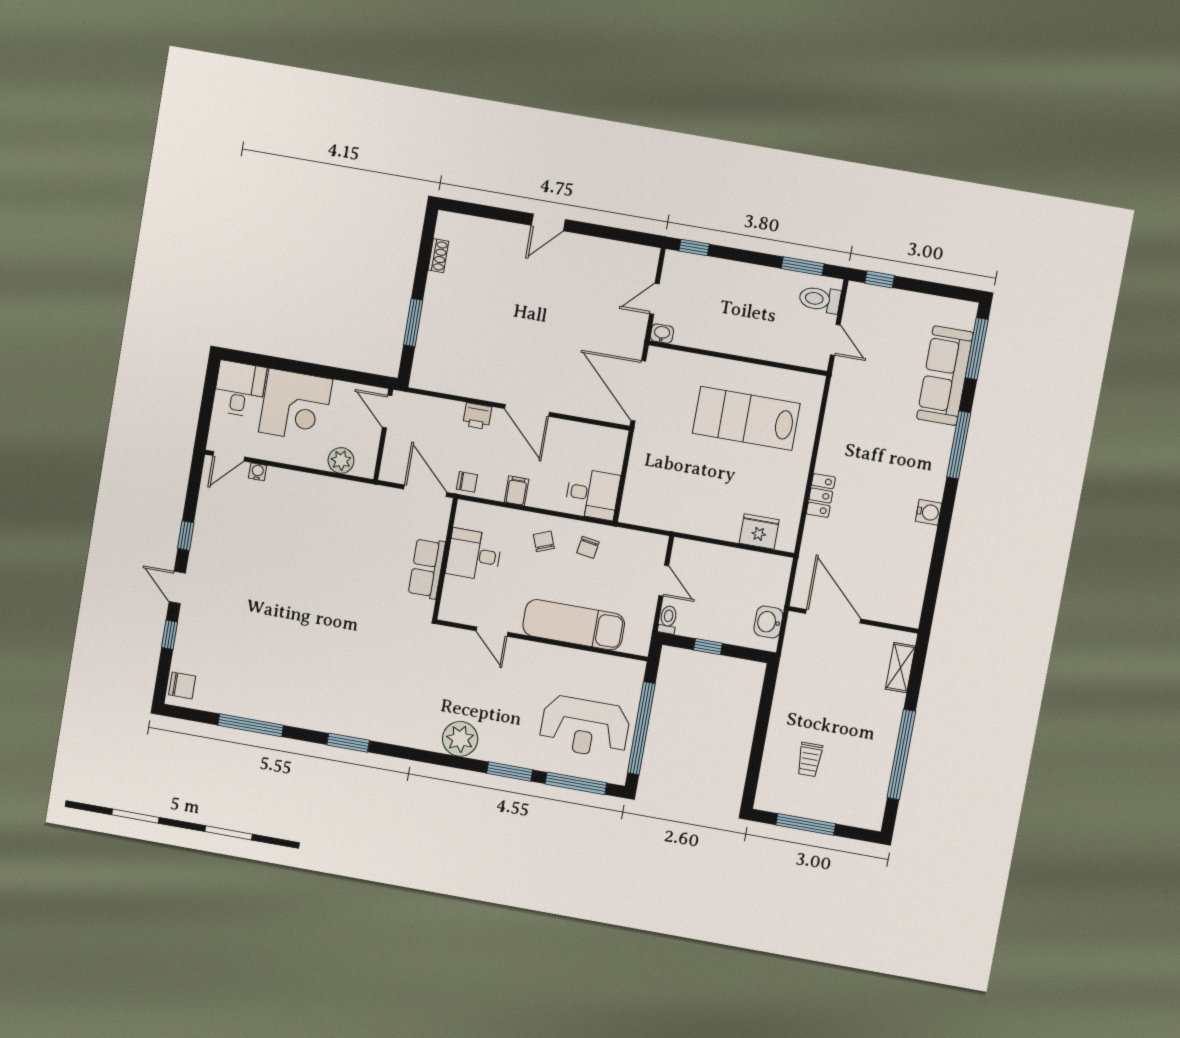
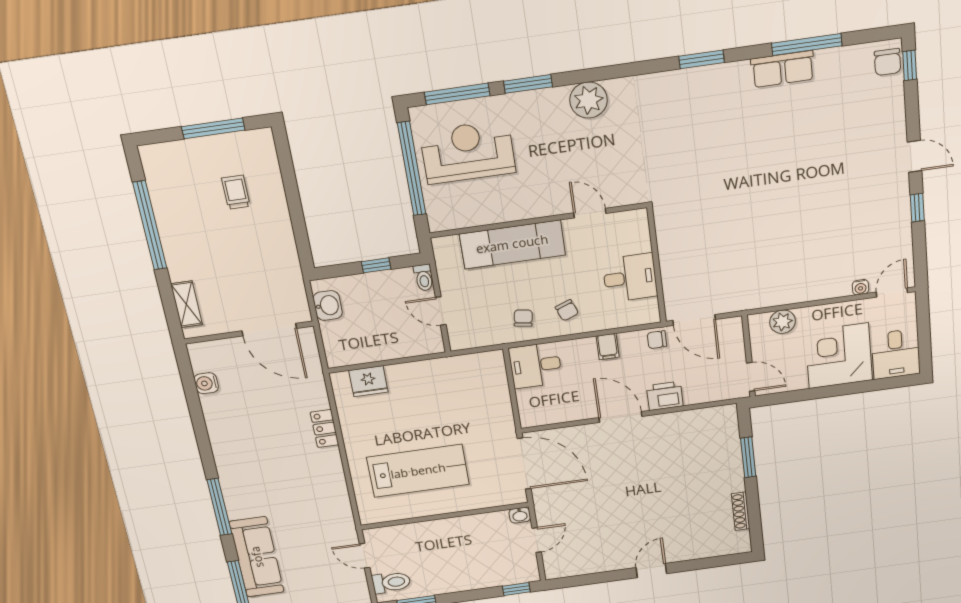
shoe rack: (438, 256) -> (741, 511), width x1.43
printer: (477, 416) -> (665, 396), width x1.36, depth x1.24
water cooler: (929, 512) -> (206, 383), moved
row of seats: (427, 568) -> (783, 69), moved, turned 90
window: (170, 635) -> (910, 65), moved
chair: (182, 685) -> (888, 62), turned -90

